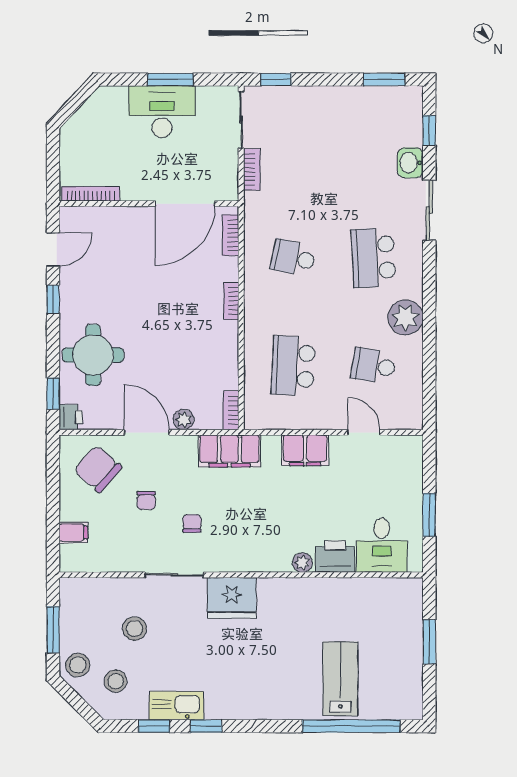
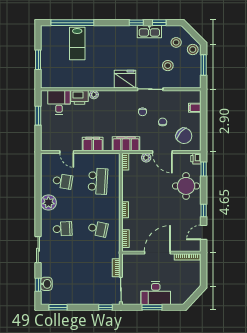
washbasin: (410, 163) -> (46, 284), moved
door: (185, 204) -> (157, 253), moved
school desk: (374, 258) -> (63, 229), width x0.54

